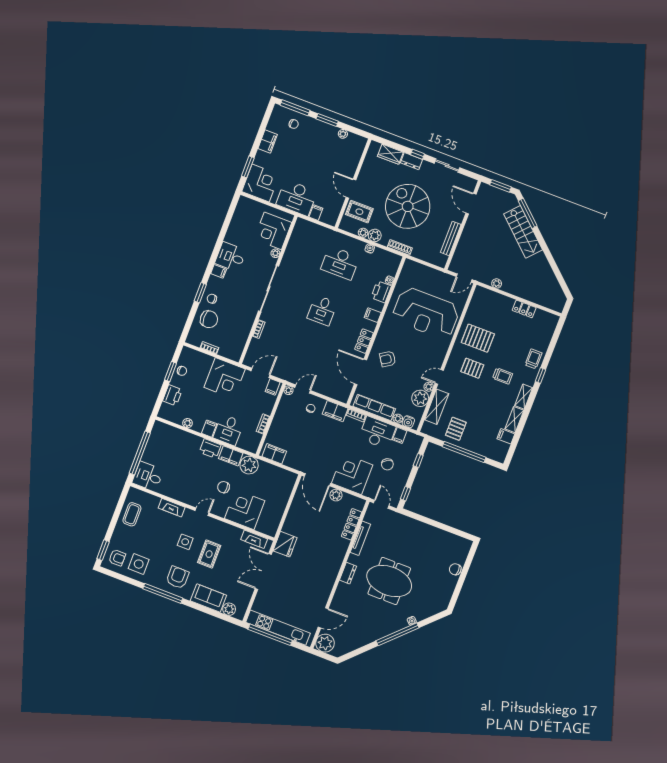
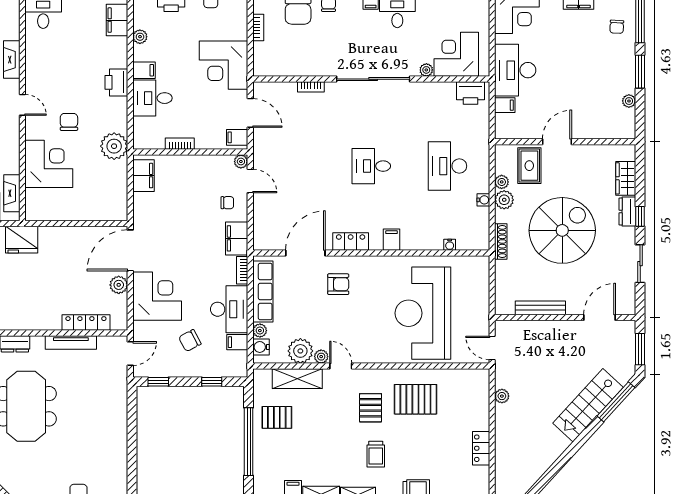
printer: (381, 292) -> (471, 93), moved, turned 180
pallet: (478, 338) -> (415, 399), turned 90
armchair: (388, 359) -> (338, 284), turned 123
filing cabinet: (231, 456) -> (117, 20), moved

